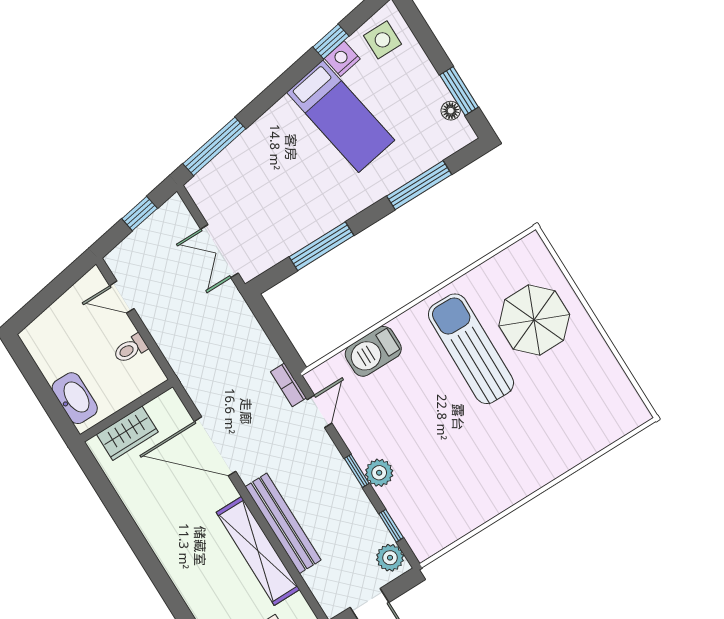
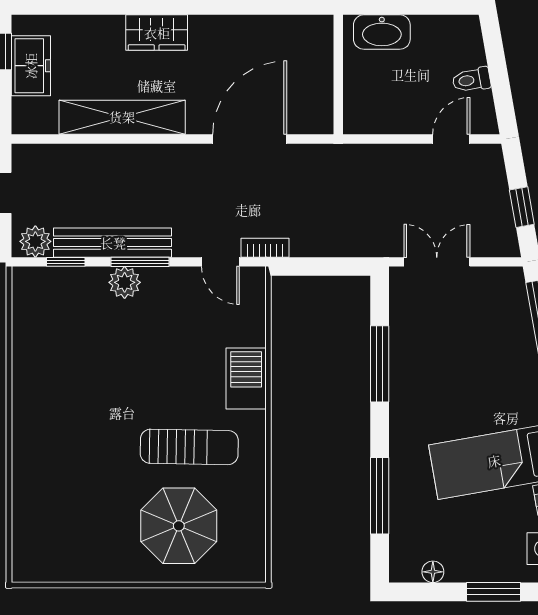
window: (459, 91) -> (494, 592), moved
toilet: (130, 349) -> (472, 80), moved, turned -100
sun lounger: (471, 349) -> (189, 447), width x0.73, depth x0.75
barbecue: (373, 351) -> (246, 379), moved
wardrobe: (127, 433) -> (157, 33), moved, turned -90
window: (357, 471) -> (140, 262), width x1.50
bench: (283, 523) -> (113, 243), moved

